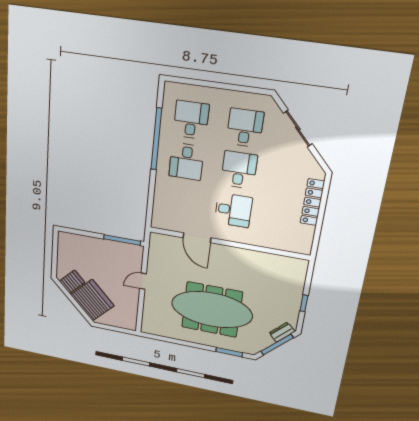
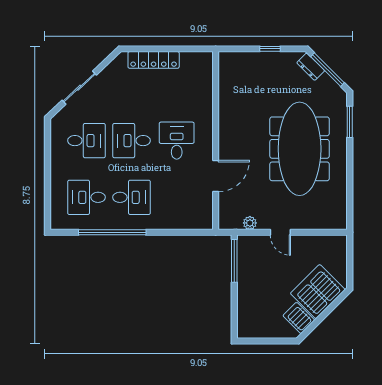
desk: (245, 128) -> (86, 141), turned 180
plant: (153, 258) -> (250, 223), added

